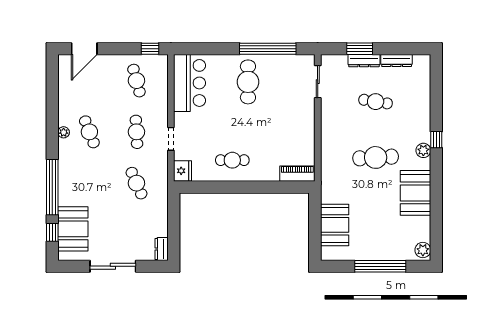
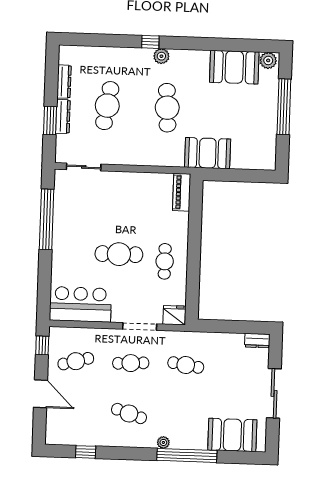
door: (84, 49) -> (40, 394), moved
cafe table: (248, 82) -> (119, 254), moved
cafe table: (376, 102) -> (107, 106), width x1.37, depth x1.35
plant: (64, 132) -> (163, 442), moved
cafe table: (89, 132) -> (129, 414), turned 39
doorway: (171, 139) -> (140, 326), width x1.38
cafe table: (136, 183) -> (186, 365), turned 33
booth: (416, 193) -> (234, 67), moved
booth: (335, 225) -> (208, 153), moved
window: (52, 232) -> (86, 452), moved

